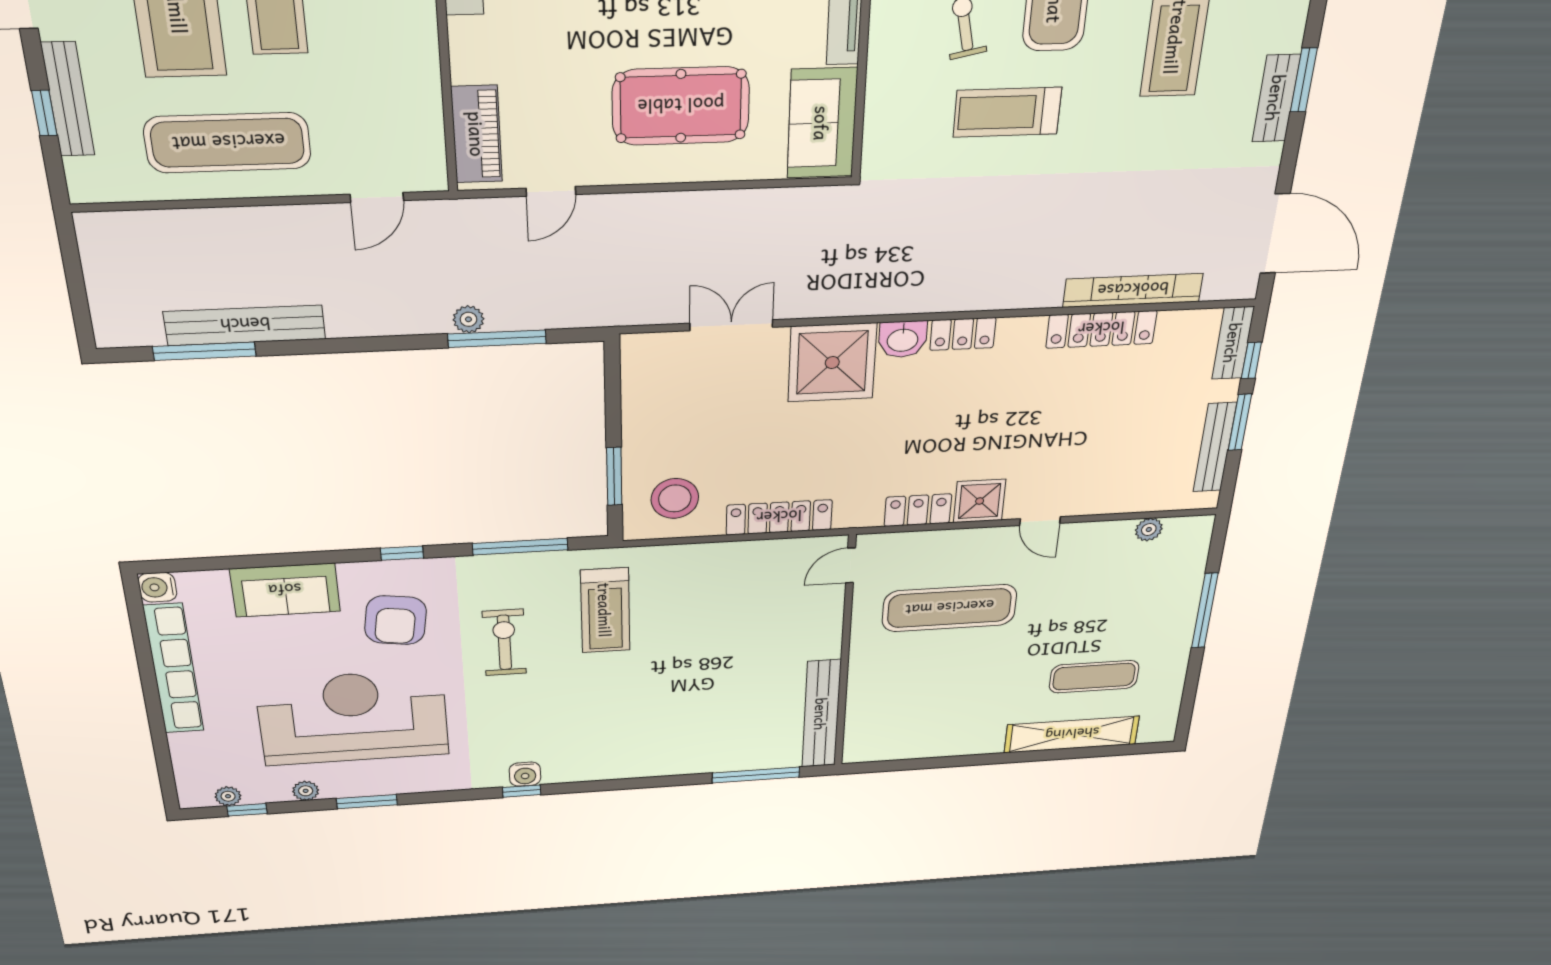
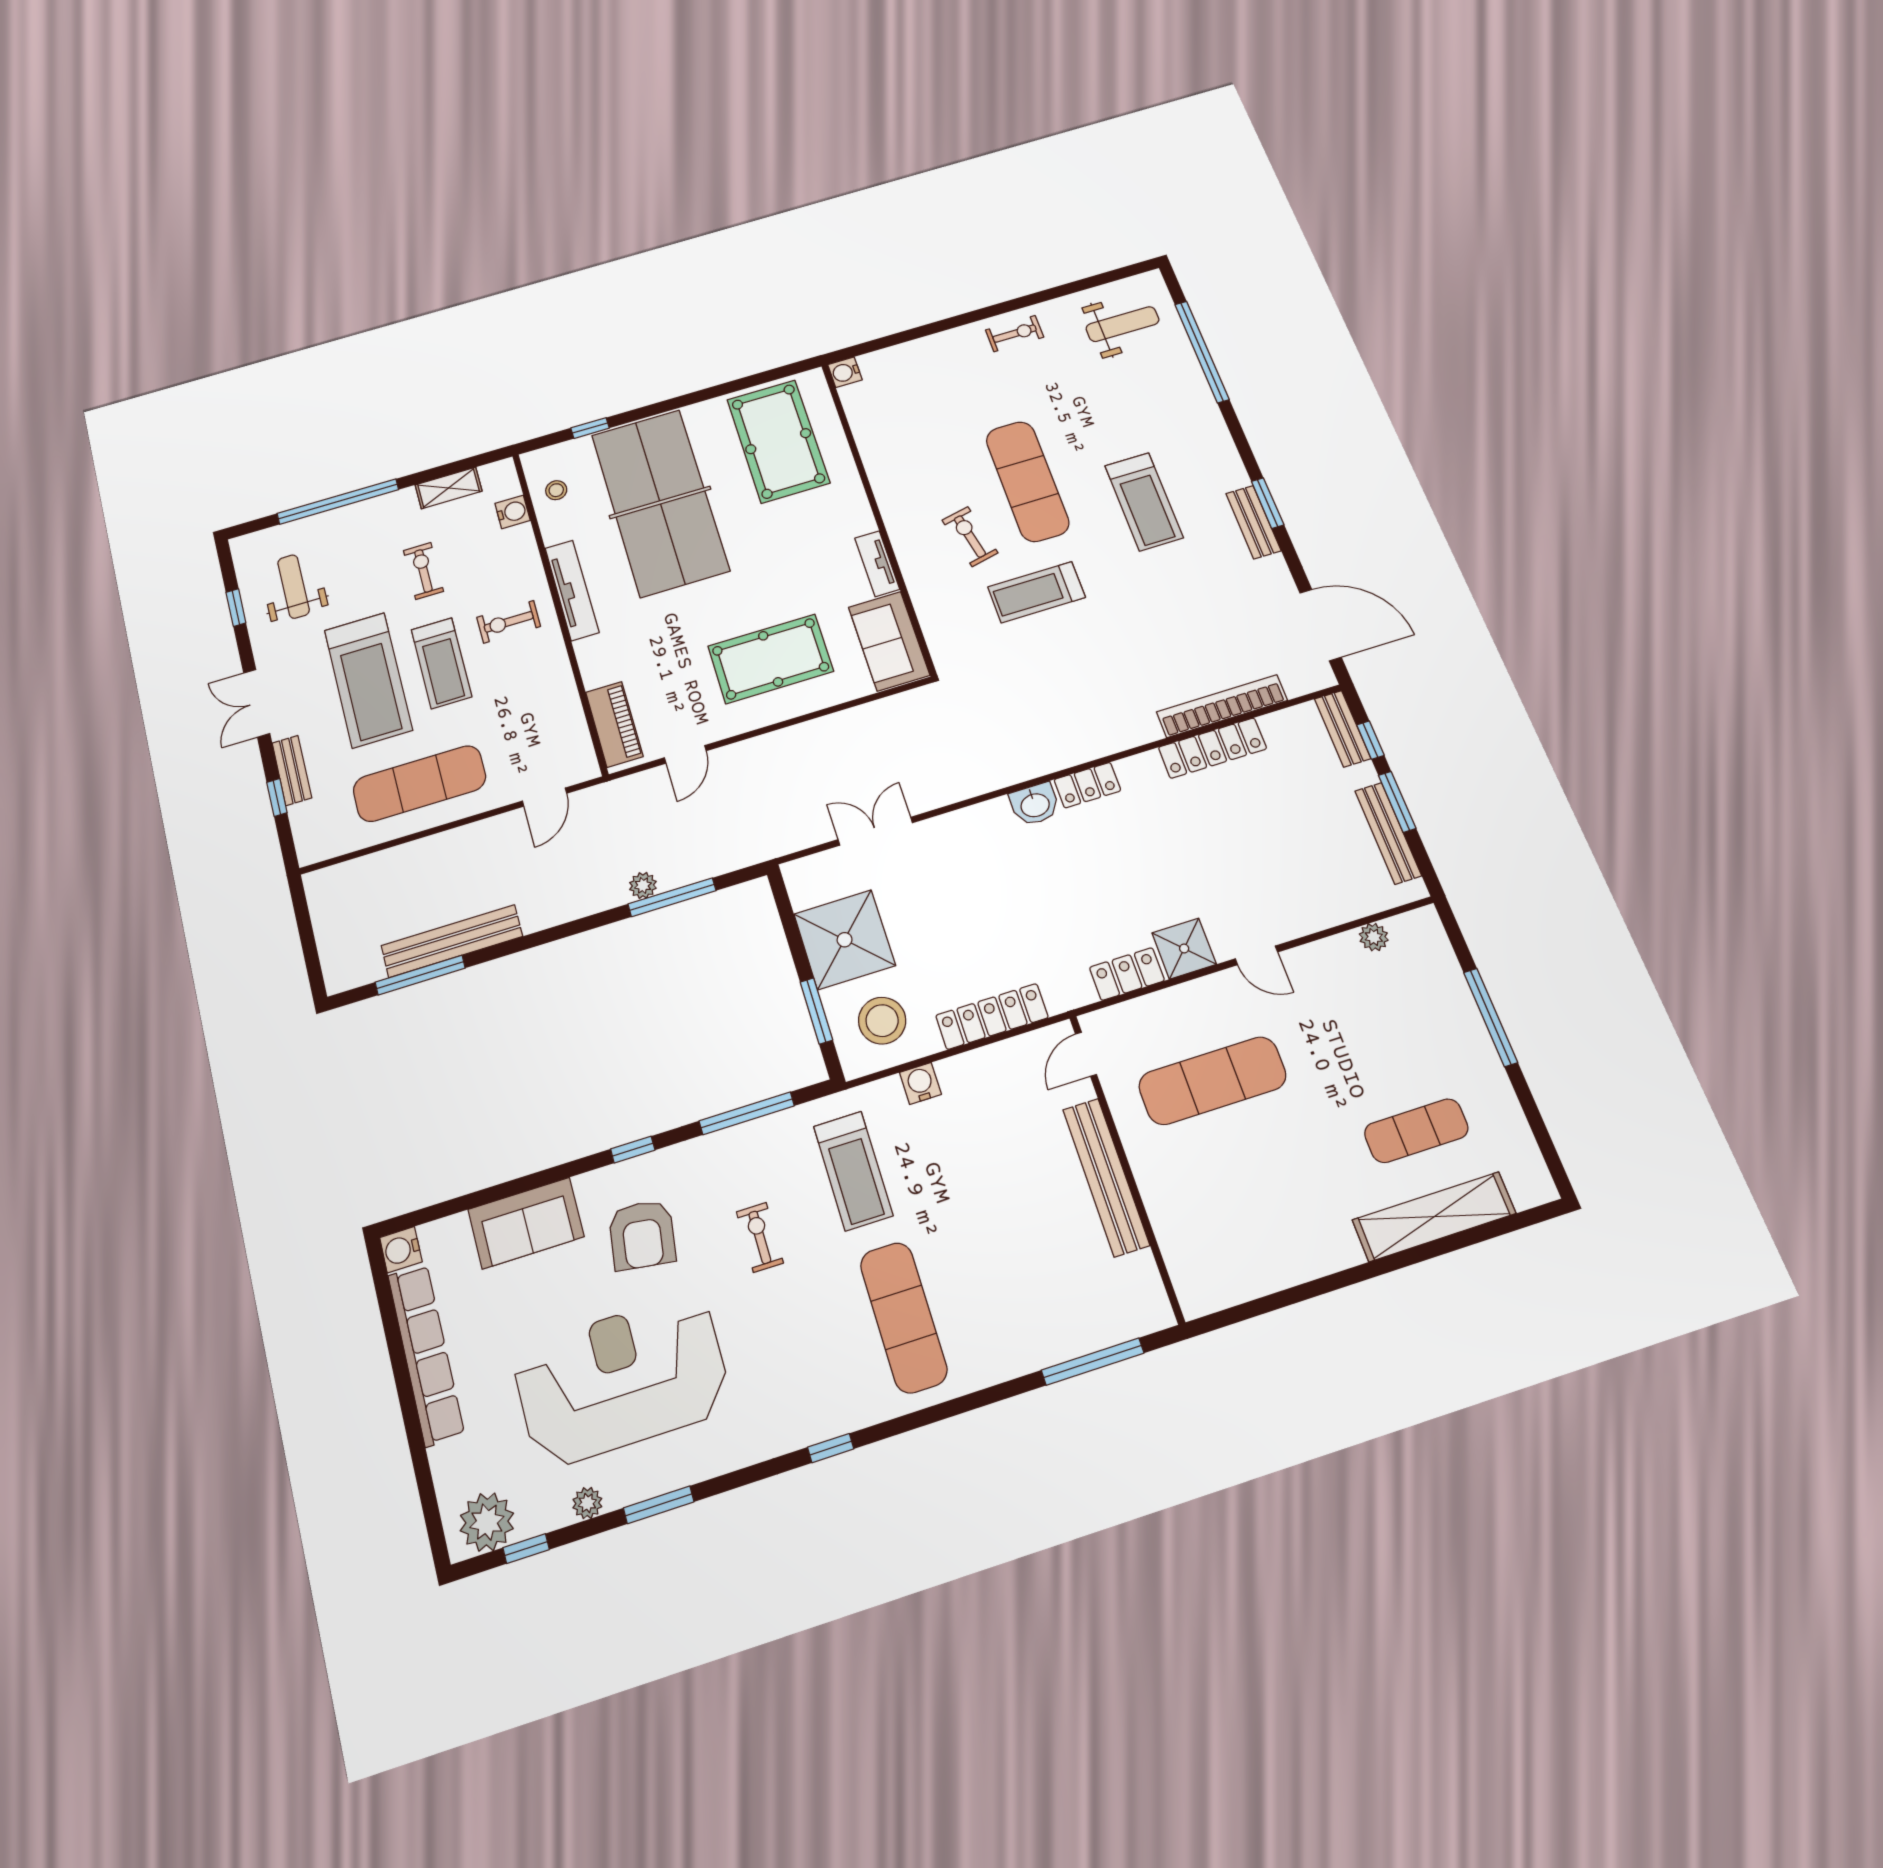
bench: (68, 99) -> (292, 770), width x0.73
shower: (832, 363) -> (845, 940), moved
exercise bike: (504, 642) -> (760, 1237), width x0.73, depth x0.72
bench: (821, 714) -> (1106, 1177), moved
exercise mat: (612, 720) -> (904, 1317), added
water cooler: (525, 774) -> (920, 1083), moved, turned 180
plant: (228, 796) -> (487, 1522), width x1.87, depth x1.87

